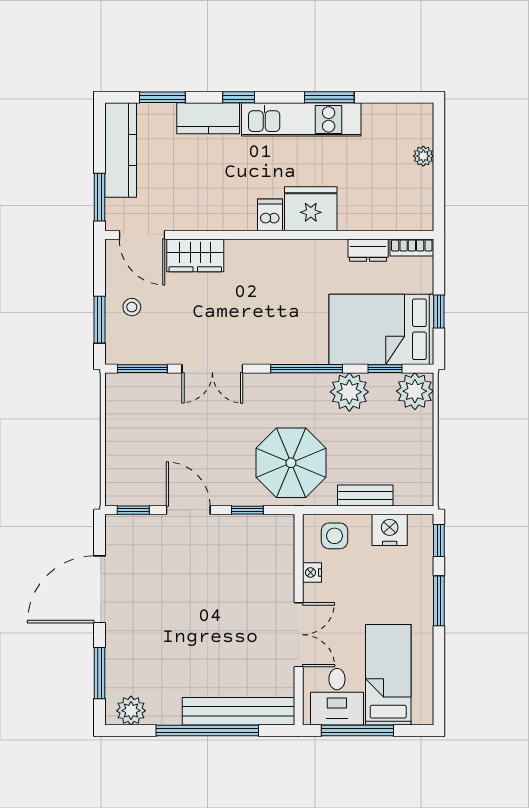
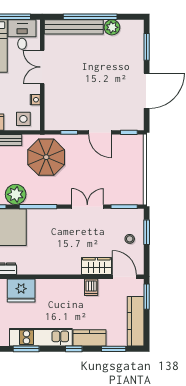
fridge: (311, 209) -> (21, 290), moved
dishwasher: (270, 215) -> (91, 287), moved
plant: (131, 711) -> (112, 27), moved

